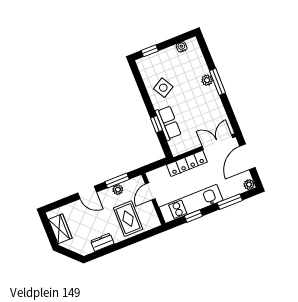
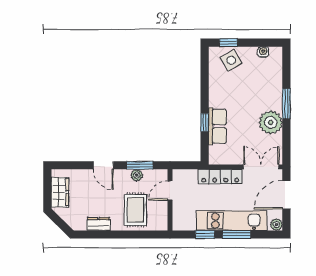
plant: (207, 80) -> (271, 122), moved, width x1.87, depth x1.87
side table: (163, 88) -> (231, 60), moved
window: (230, 202) -> (237, 234), moved
kitchen unit: (191, 204) -> (232, 221), moved

